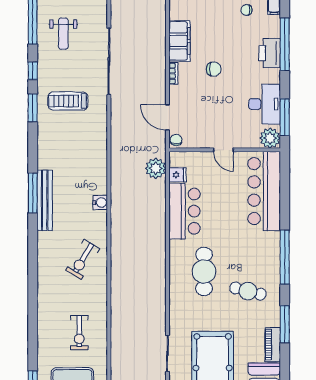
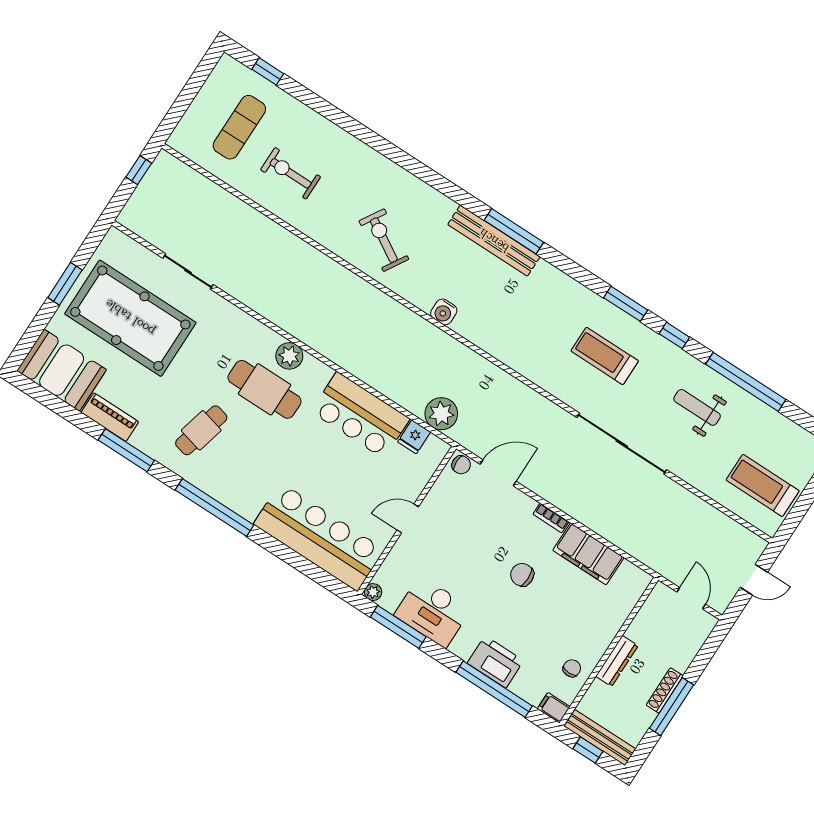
chair: (214, 69) -> (522, 575), turned 90
treadmill: (68, 101) -> (605, 356), turned -90
plant: (270, 138) -> (373, 592), width x0.53, depth x0.53
plant: (177, 270) -> (289, 356), added

